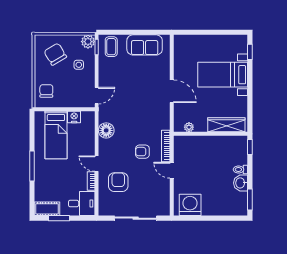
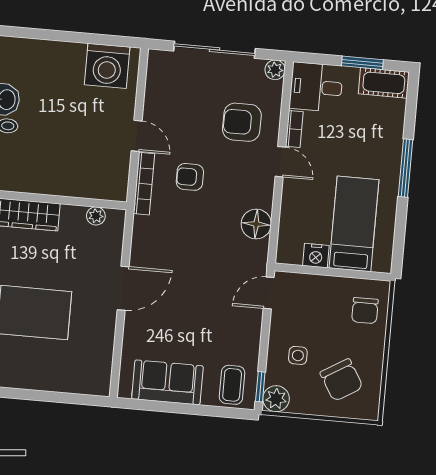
door: (172, 91) -> (123, 288), swing flipped
armchair: (142, 152) -> (190, 177), turned 180
armchair: (118, 182) -> (242, 122), turned 90
plant: (104, 211) -> (275, 70), added

